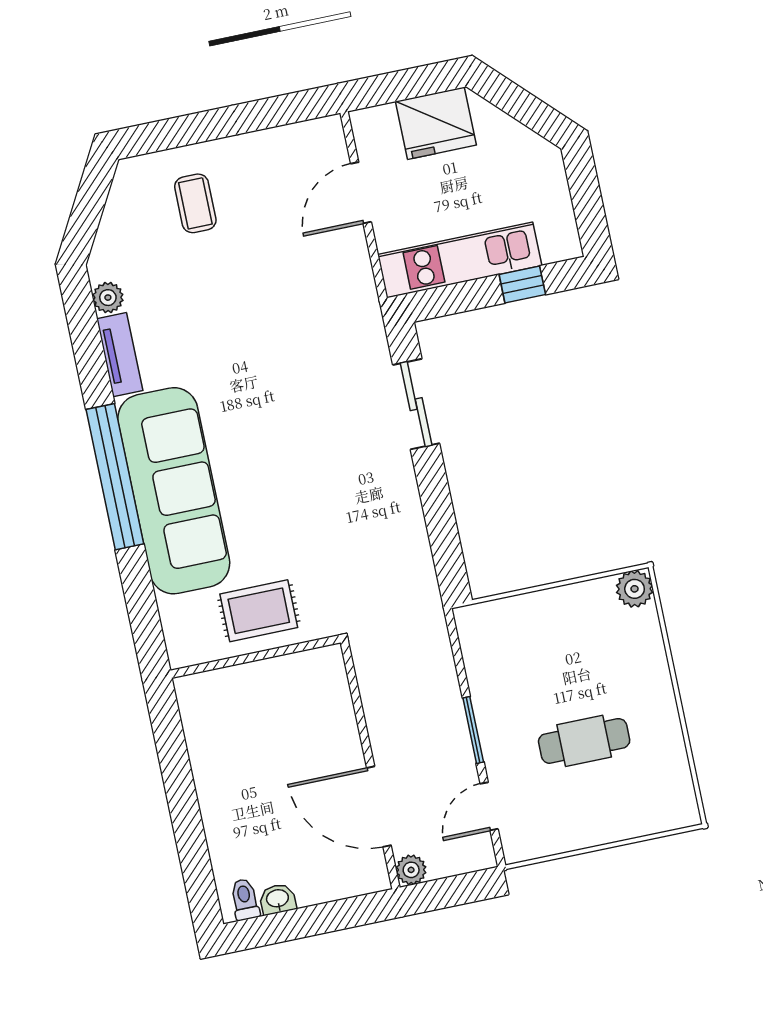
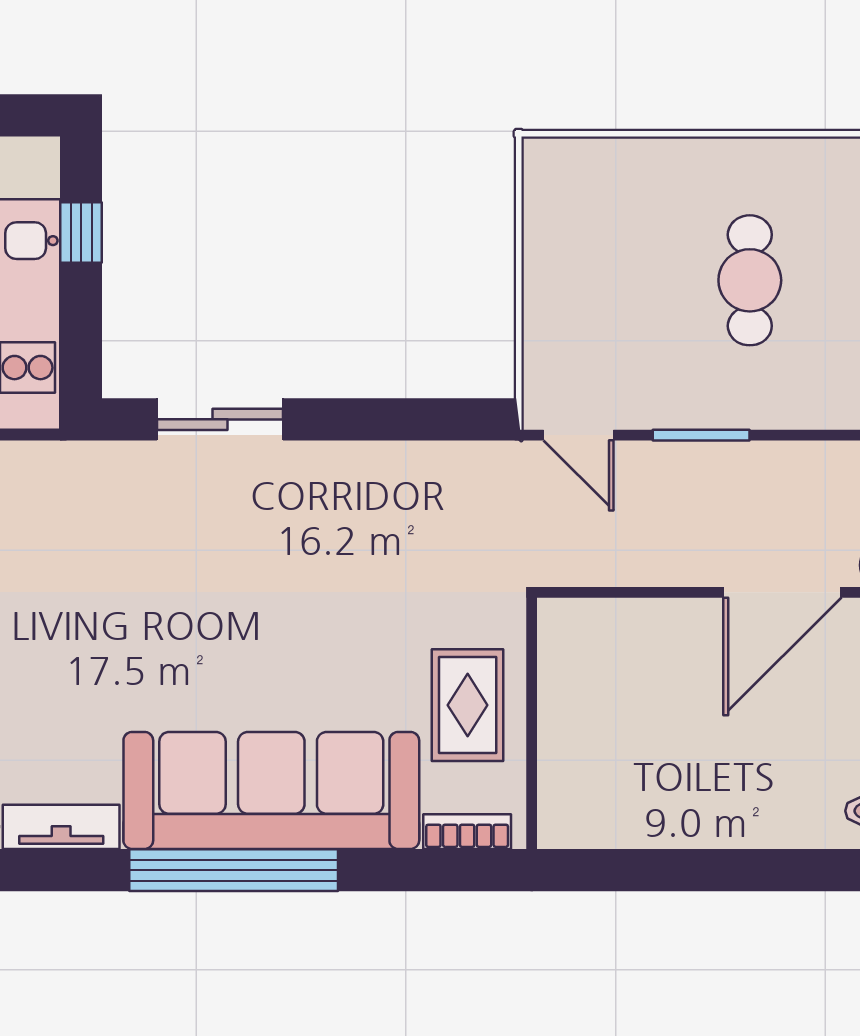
plant: (635, 589) -> (548, 163), removed
bookcase: (174, 628) -> (467, 832), added
door: (489, 806) -> (578, 435), moved

